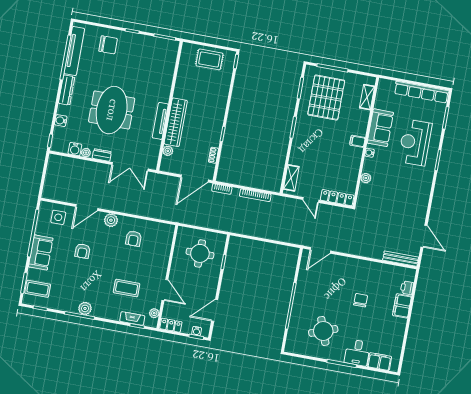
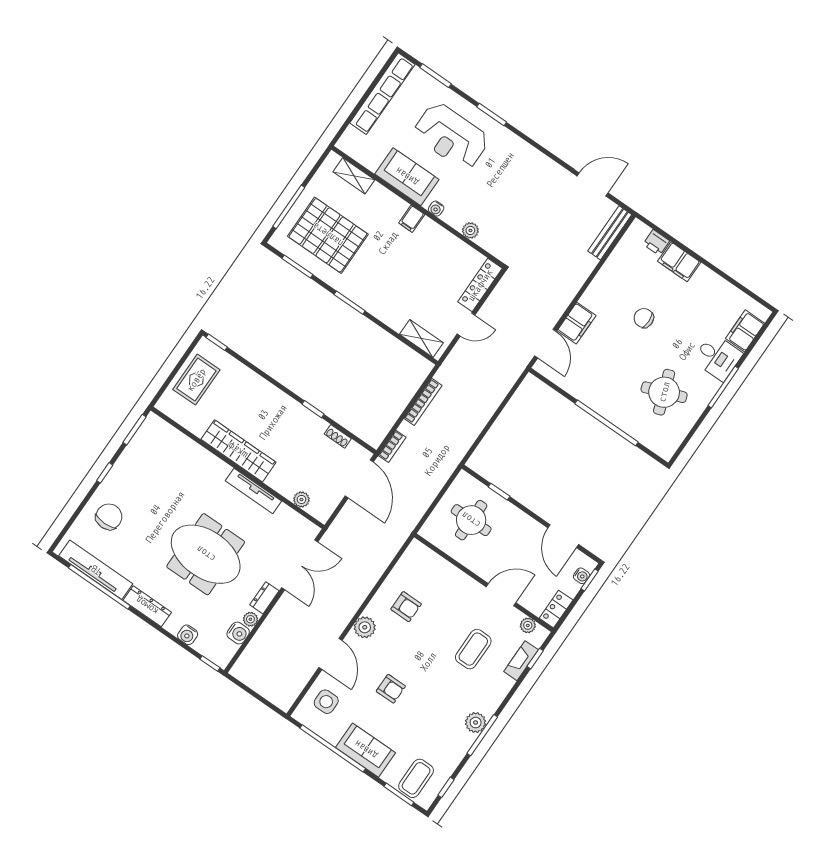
wardrobe: (176, 122) -> (238, 451), moved
filing cabinet: (340, 263) -> (577, 323), added

